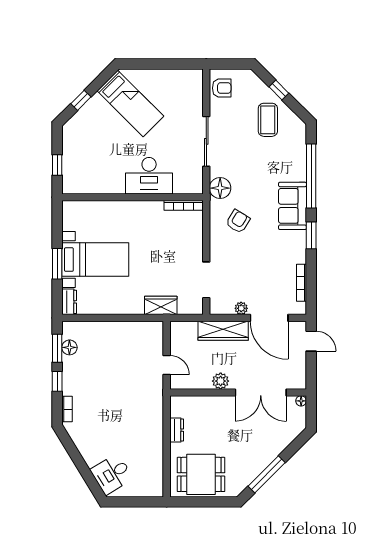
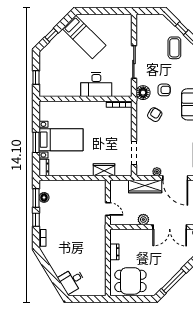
armchair: (222, 88) -> (164, 90), moved

